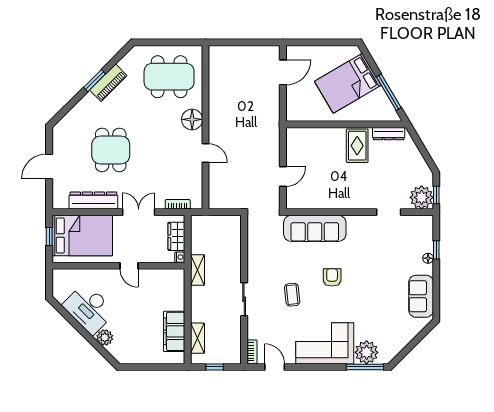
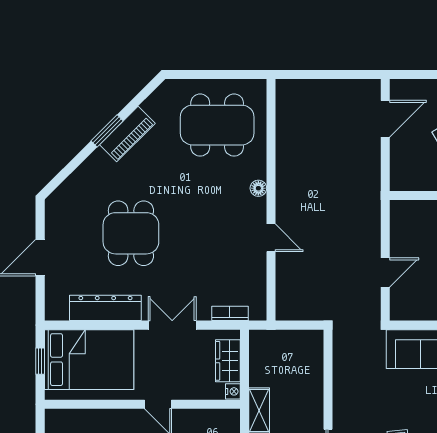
floor lamp: (192, 119) -> (258, 188), width x0.53, depth x0.53

